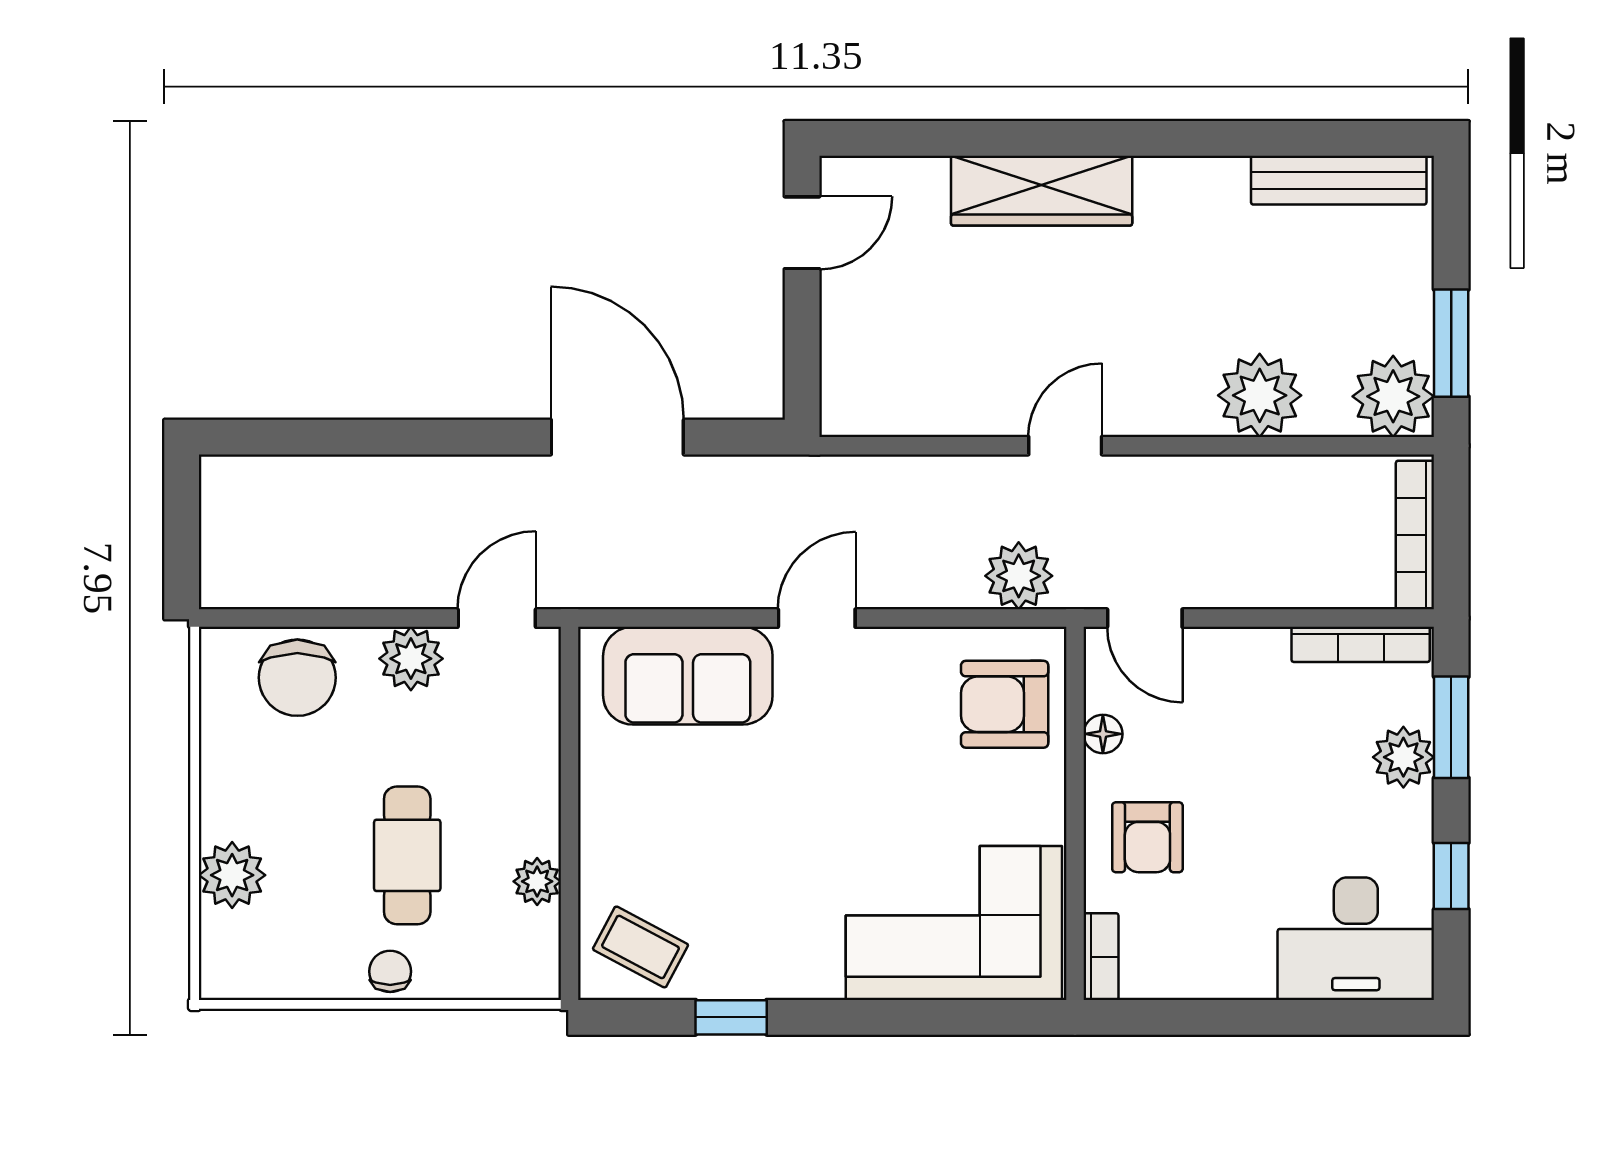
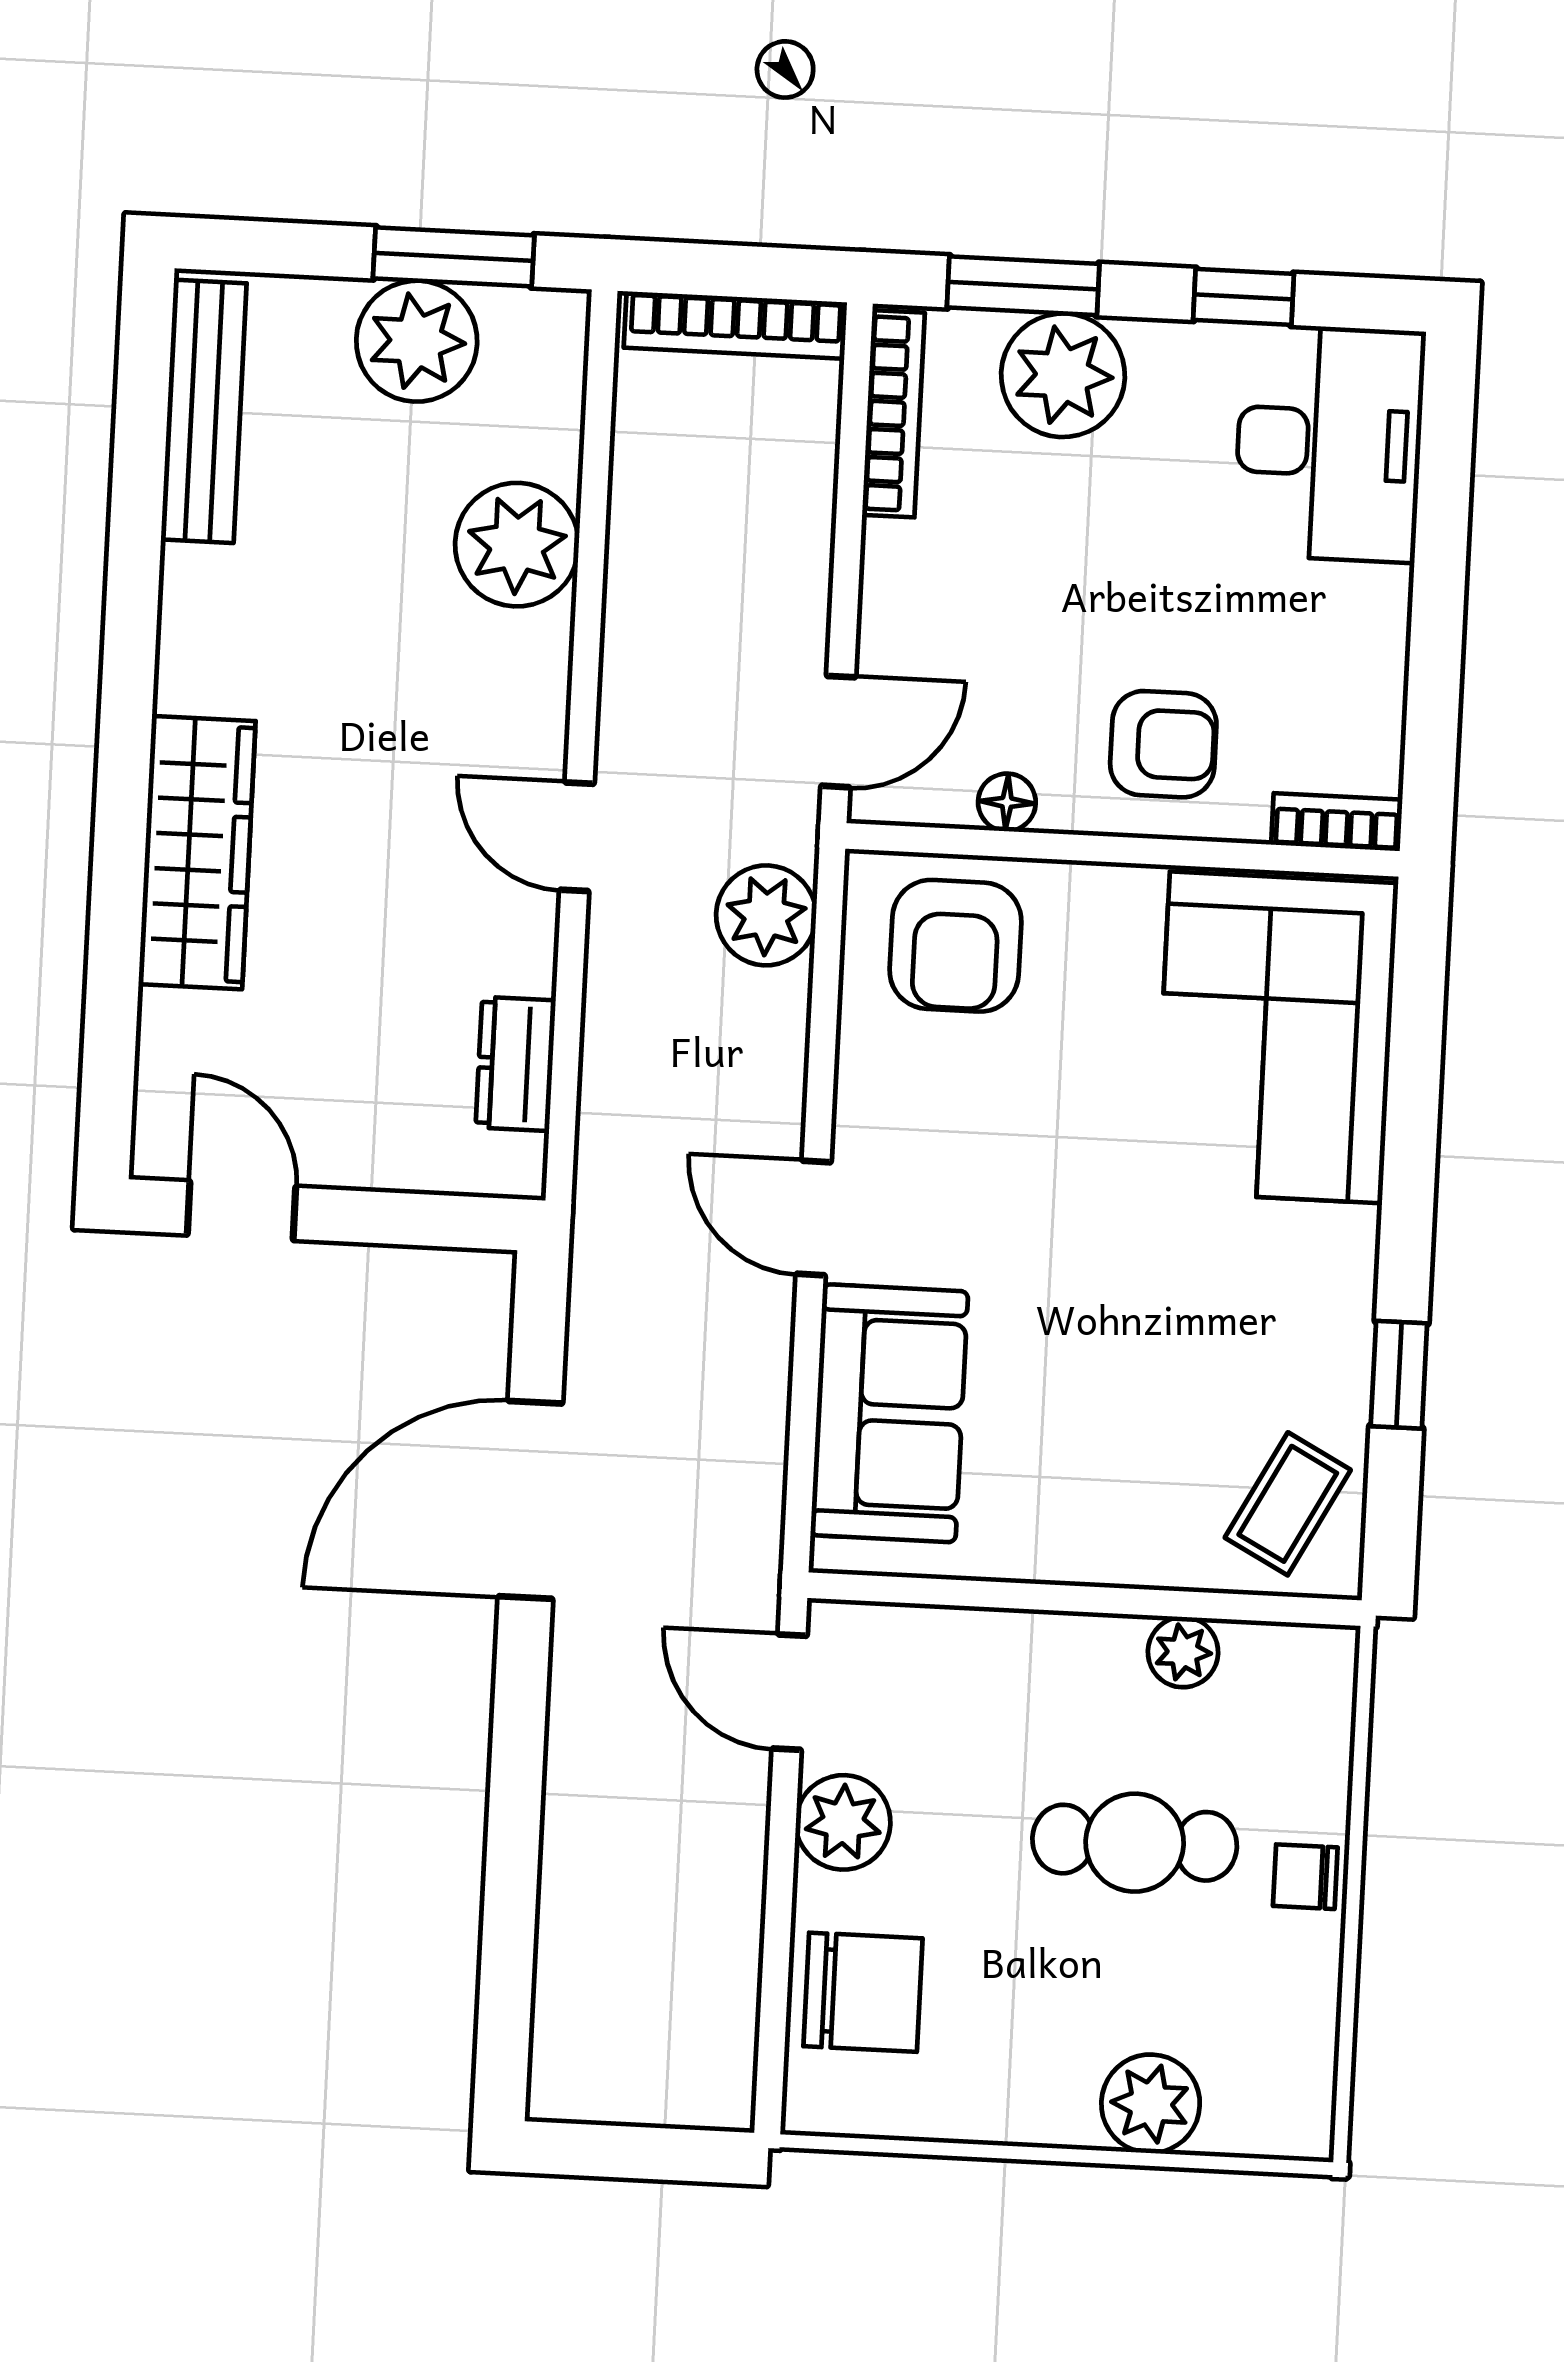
plant: (1393, 396) -> (417, 341), moved
dresser: (910, 412) -> (516, 1064), added
plant: (1403, 757) -> (1063, 375), width x1.36, depth x1.36

